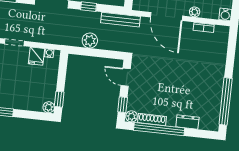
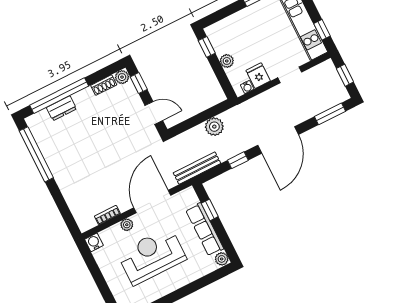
door: (166, 17) -> (152, 201), hinge flipped
plant: (49, 107) -> (227, 61), moved
shoe rack: (152, 120) -> (104, 85), width x0.70
window: (159, 129) -> (59, 96), moved

